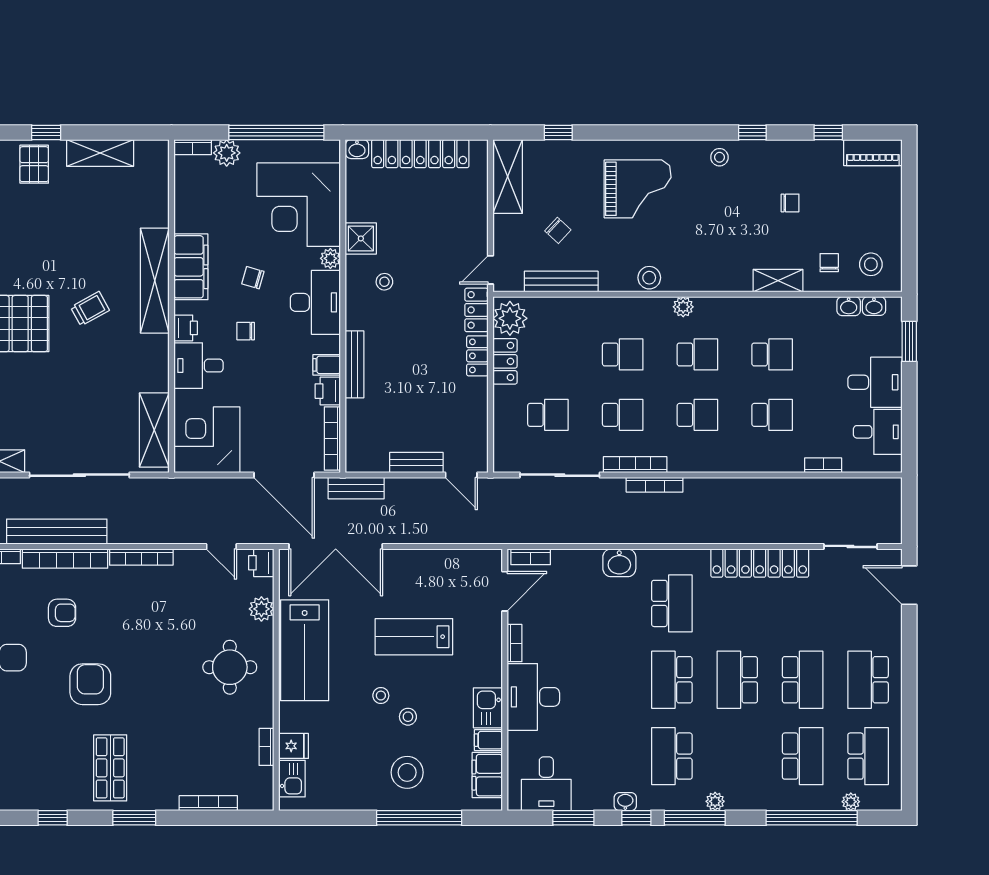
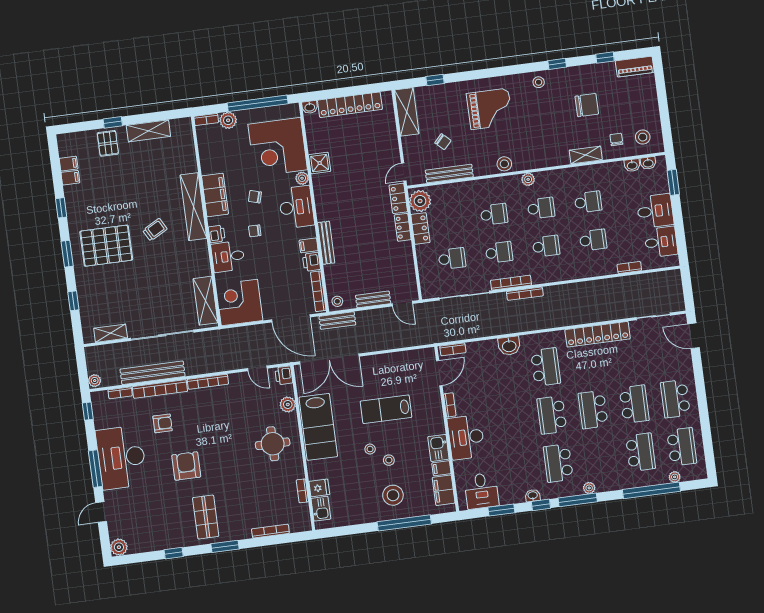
chair: (790, 203) -> (587, 105), width x1.87, depth x1.87
stool: (384, 282) -> (337, 301), moved

